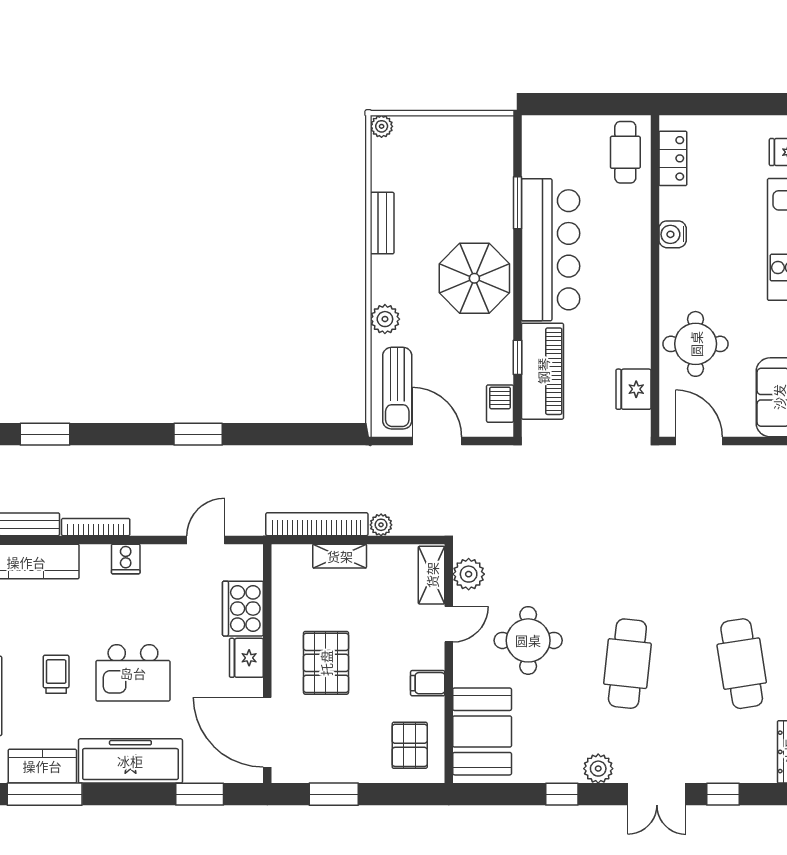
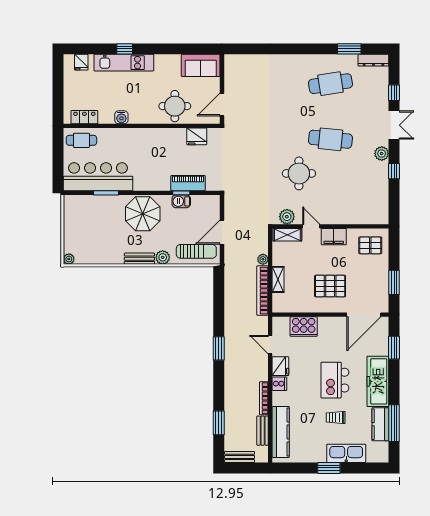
bench: (382, 223) -> (139, 259), moved
bar counter: (551, 250) -> (98, 177), moved
piano: (543, 371) -> (188, 183), width x0.73, depth x0.75
barbecue: (500, 404) -> (181, 201), moved
round table: (528, 640) -> (299, 173), moved
fridge: (246, 658) -> (280, 366), moved, turned -90
kitchen island: (133, 673) -> (335, 380), turned 180
filing cabinet: (428, 683) -> (334, 237), width x2.00
booth: (482, 731) -> (364, 210), removed

